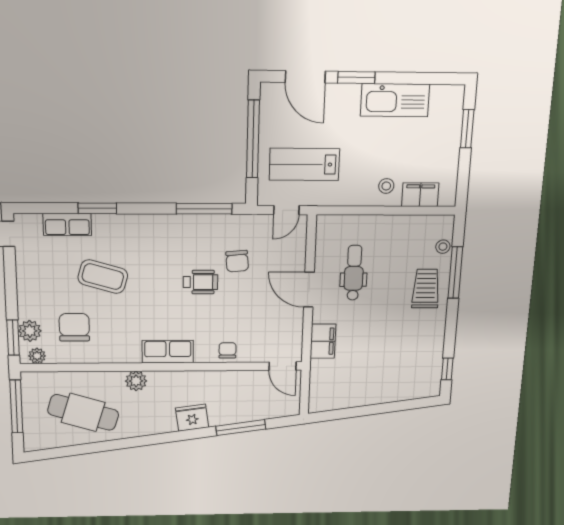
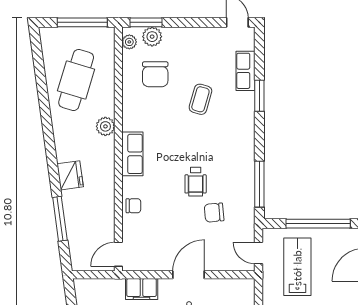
coffee table: (103, 277) -> (200, 99), width x0.73, depth x0.77
chair: (74, 327) -> (155, 74), turned 90

